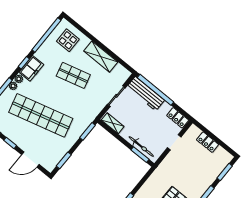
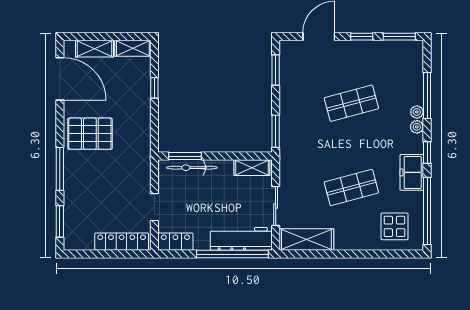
shelving: (101, 57) -> (306, 240), moved
freezer: (31, 68) -> (412, 172), moved
shop shelf: (41, 115) -> (351, 103), width x0.50, depth x0.74
locker: (208, 142) -> (122, 242), width x1.53

